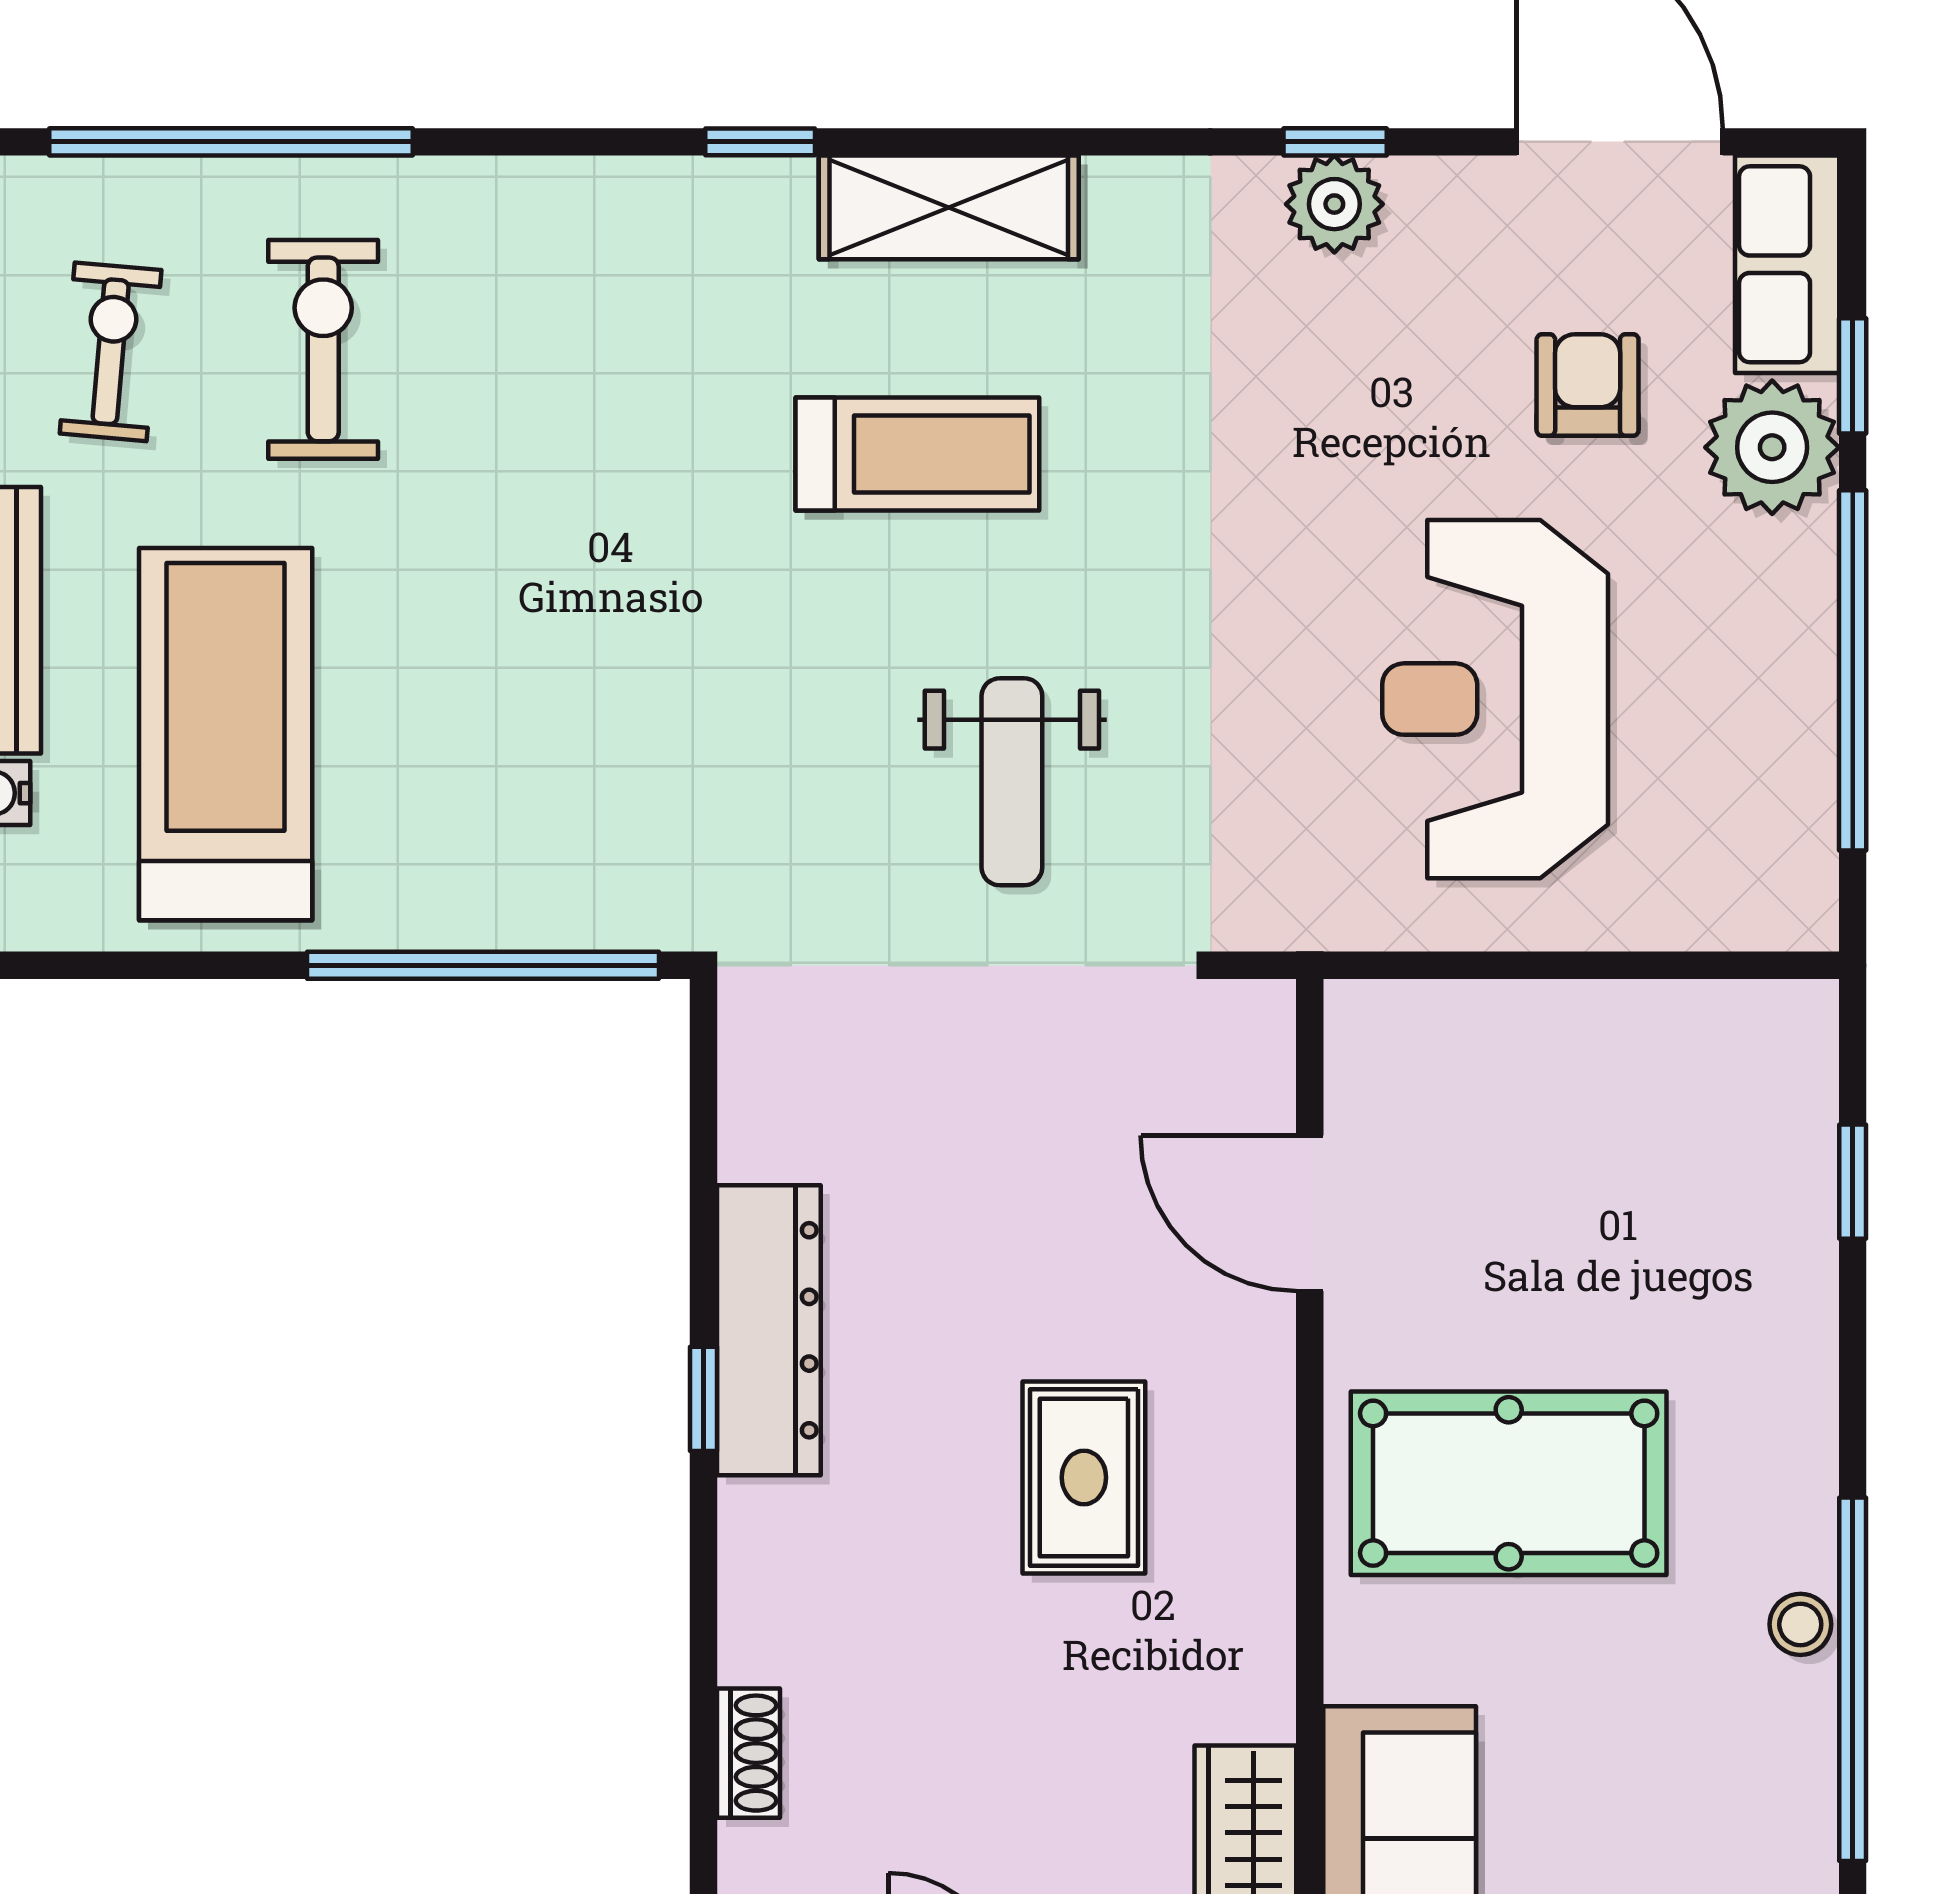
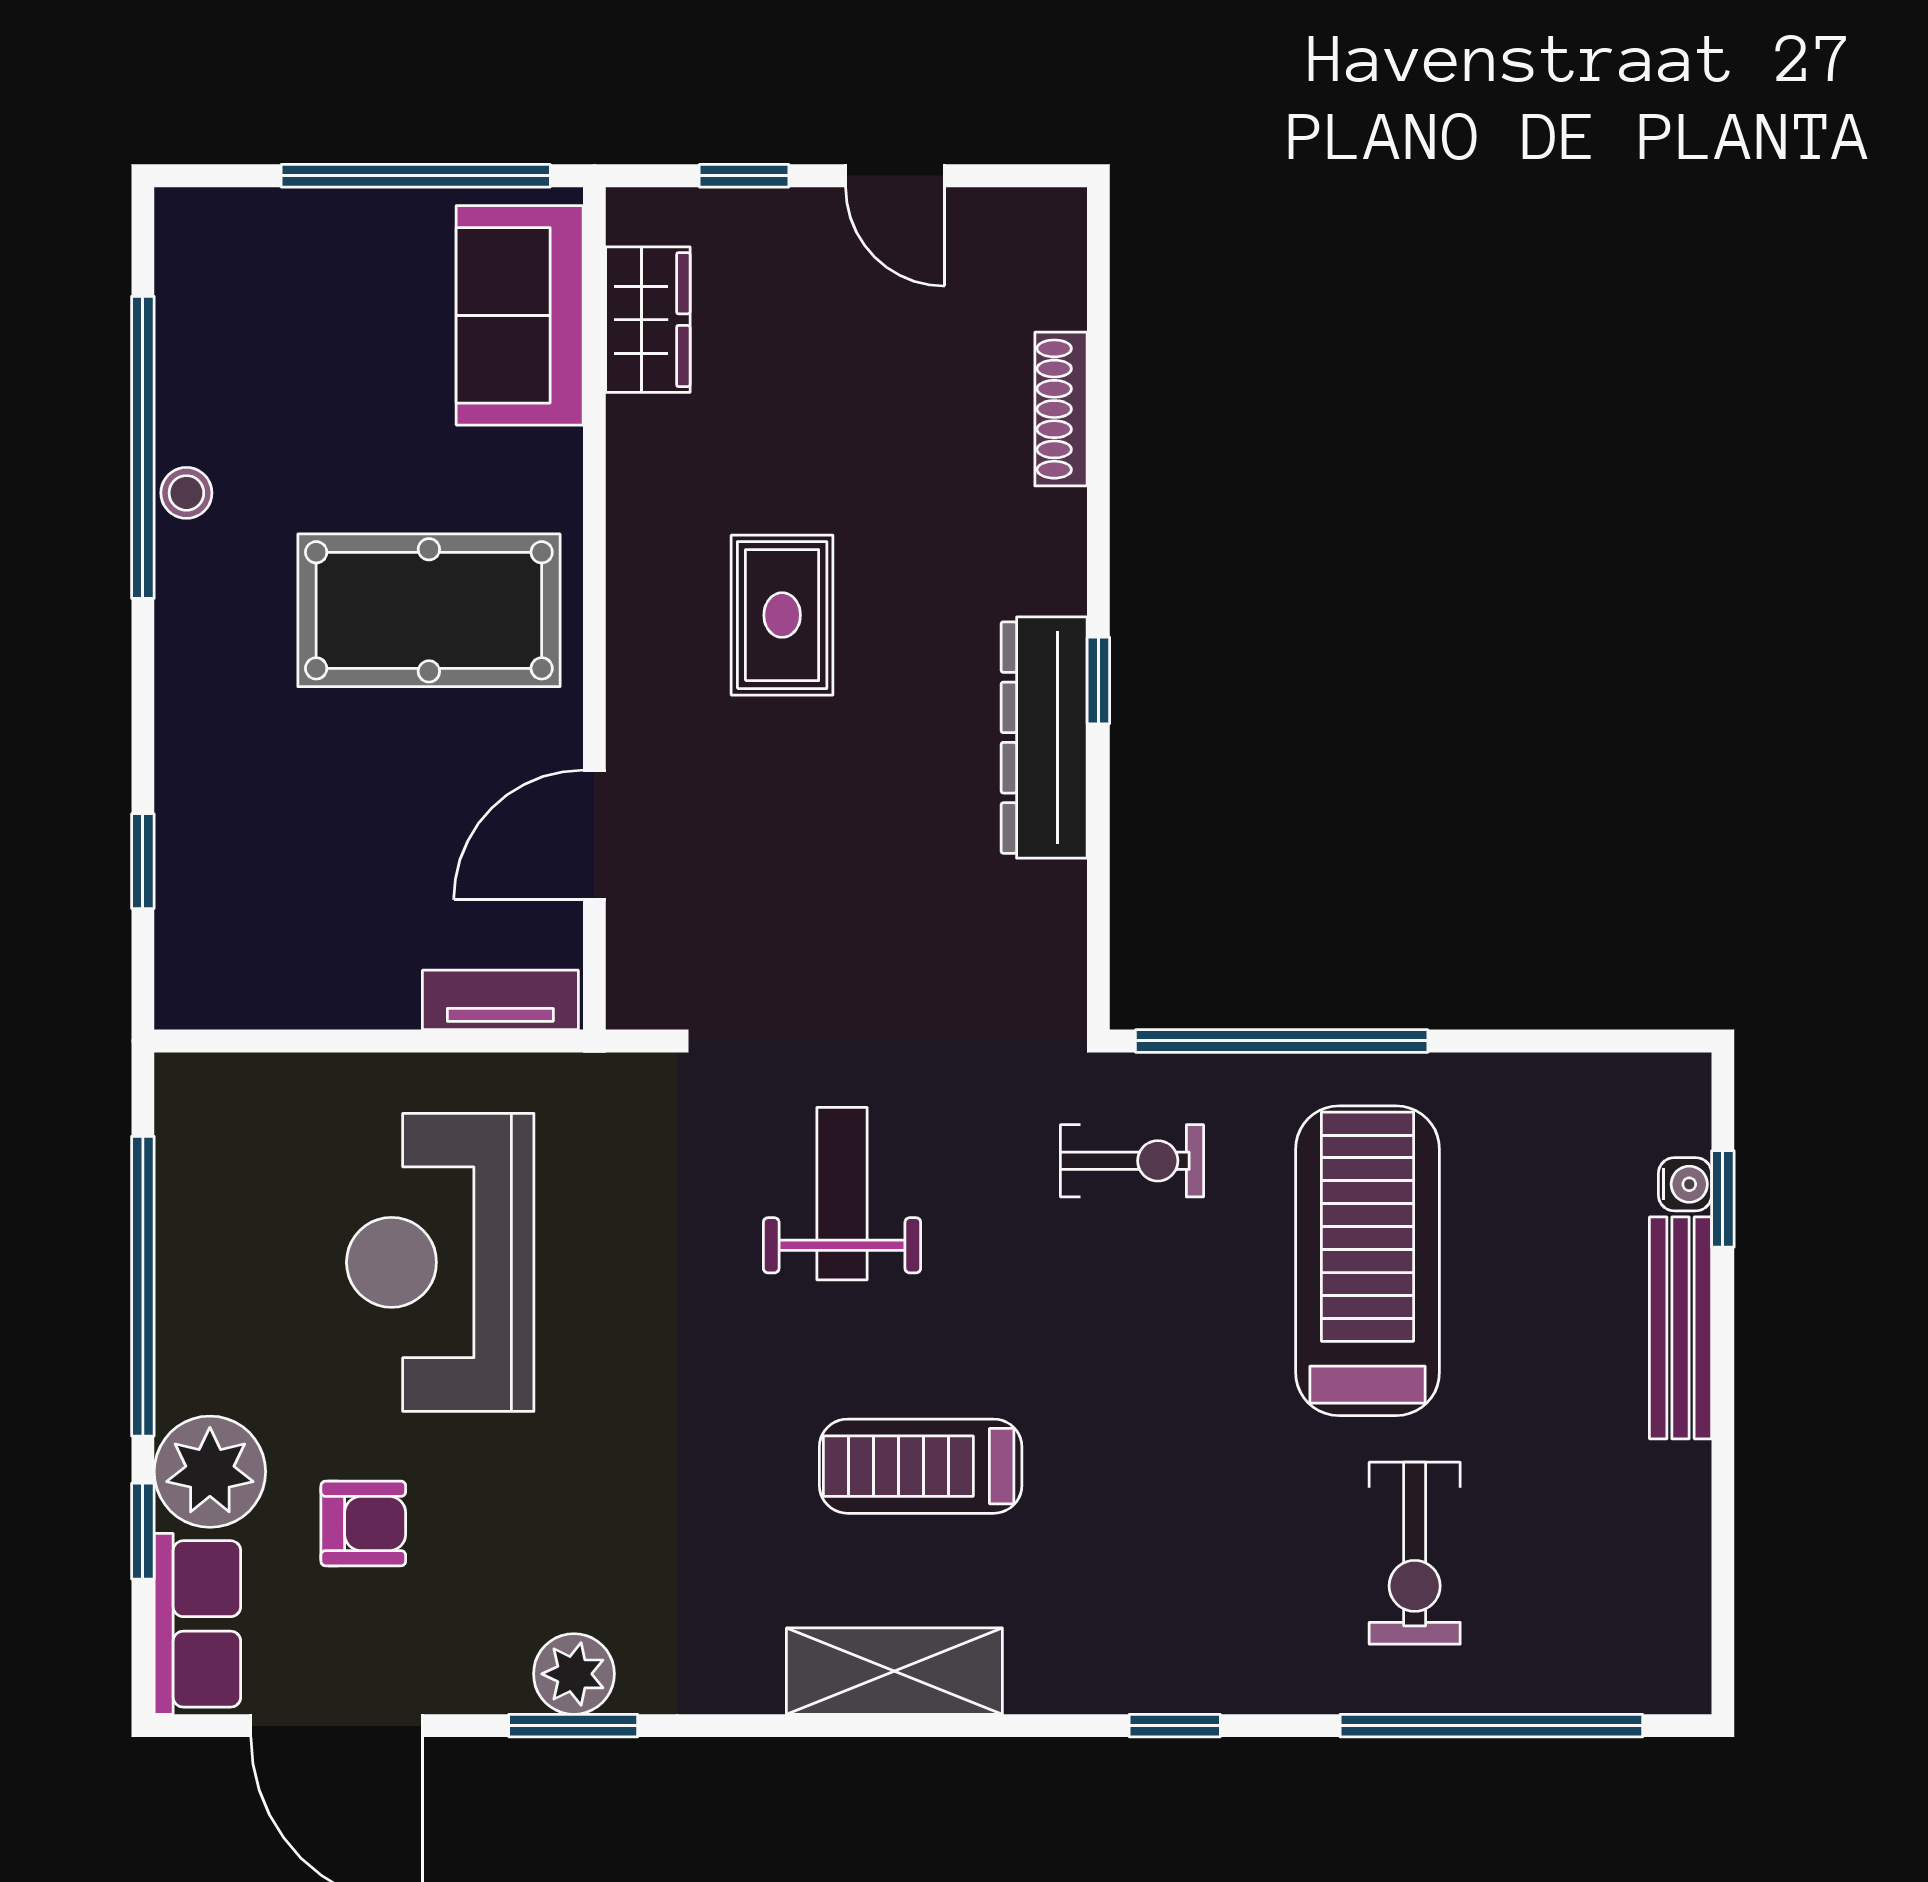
window: (760, 142) -> (1175, 1726), moved
window: (1335, 142) -> (573, 1726), width x1.50
exercise bike: (111, 352) -> (1132, 1161), moved, turned -95
armchair: (1588, 385) -> (363, 1523), turned -90
reception desk: (1495, 699) -> (440, 1262), turned 180
treadmill: (226, 734) -> (1368, 1261), moved, turned 180
tv unit: (1423, 1015) -> (500, 1000), added
door: (1310, 1213) -> (594, 835), swing flipped
shoe rack: (749, 1753) -> (1061, 409), width x1.43

